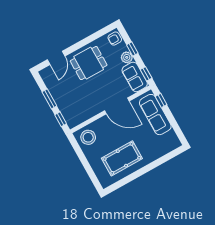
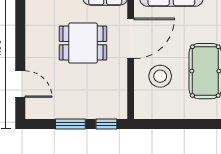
dining table: (89, 63) -> (83, 43), moved, turned 90
stool: (88, 137) -> (160, 76), moved

